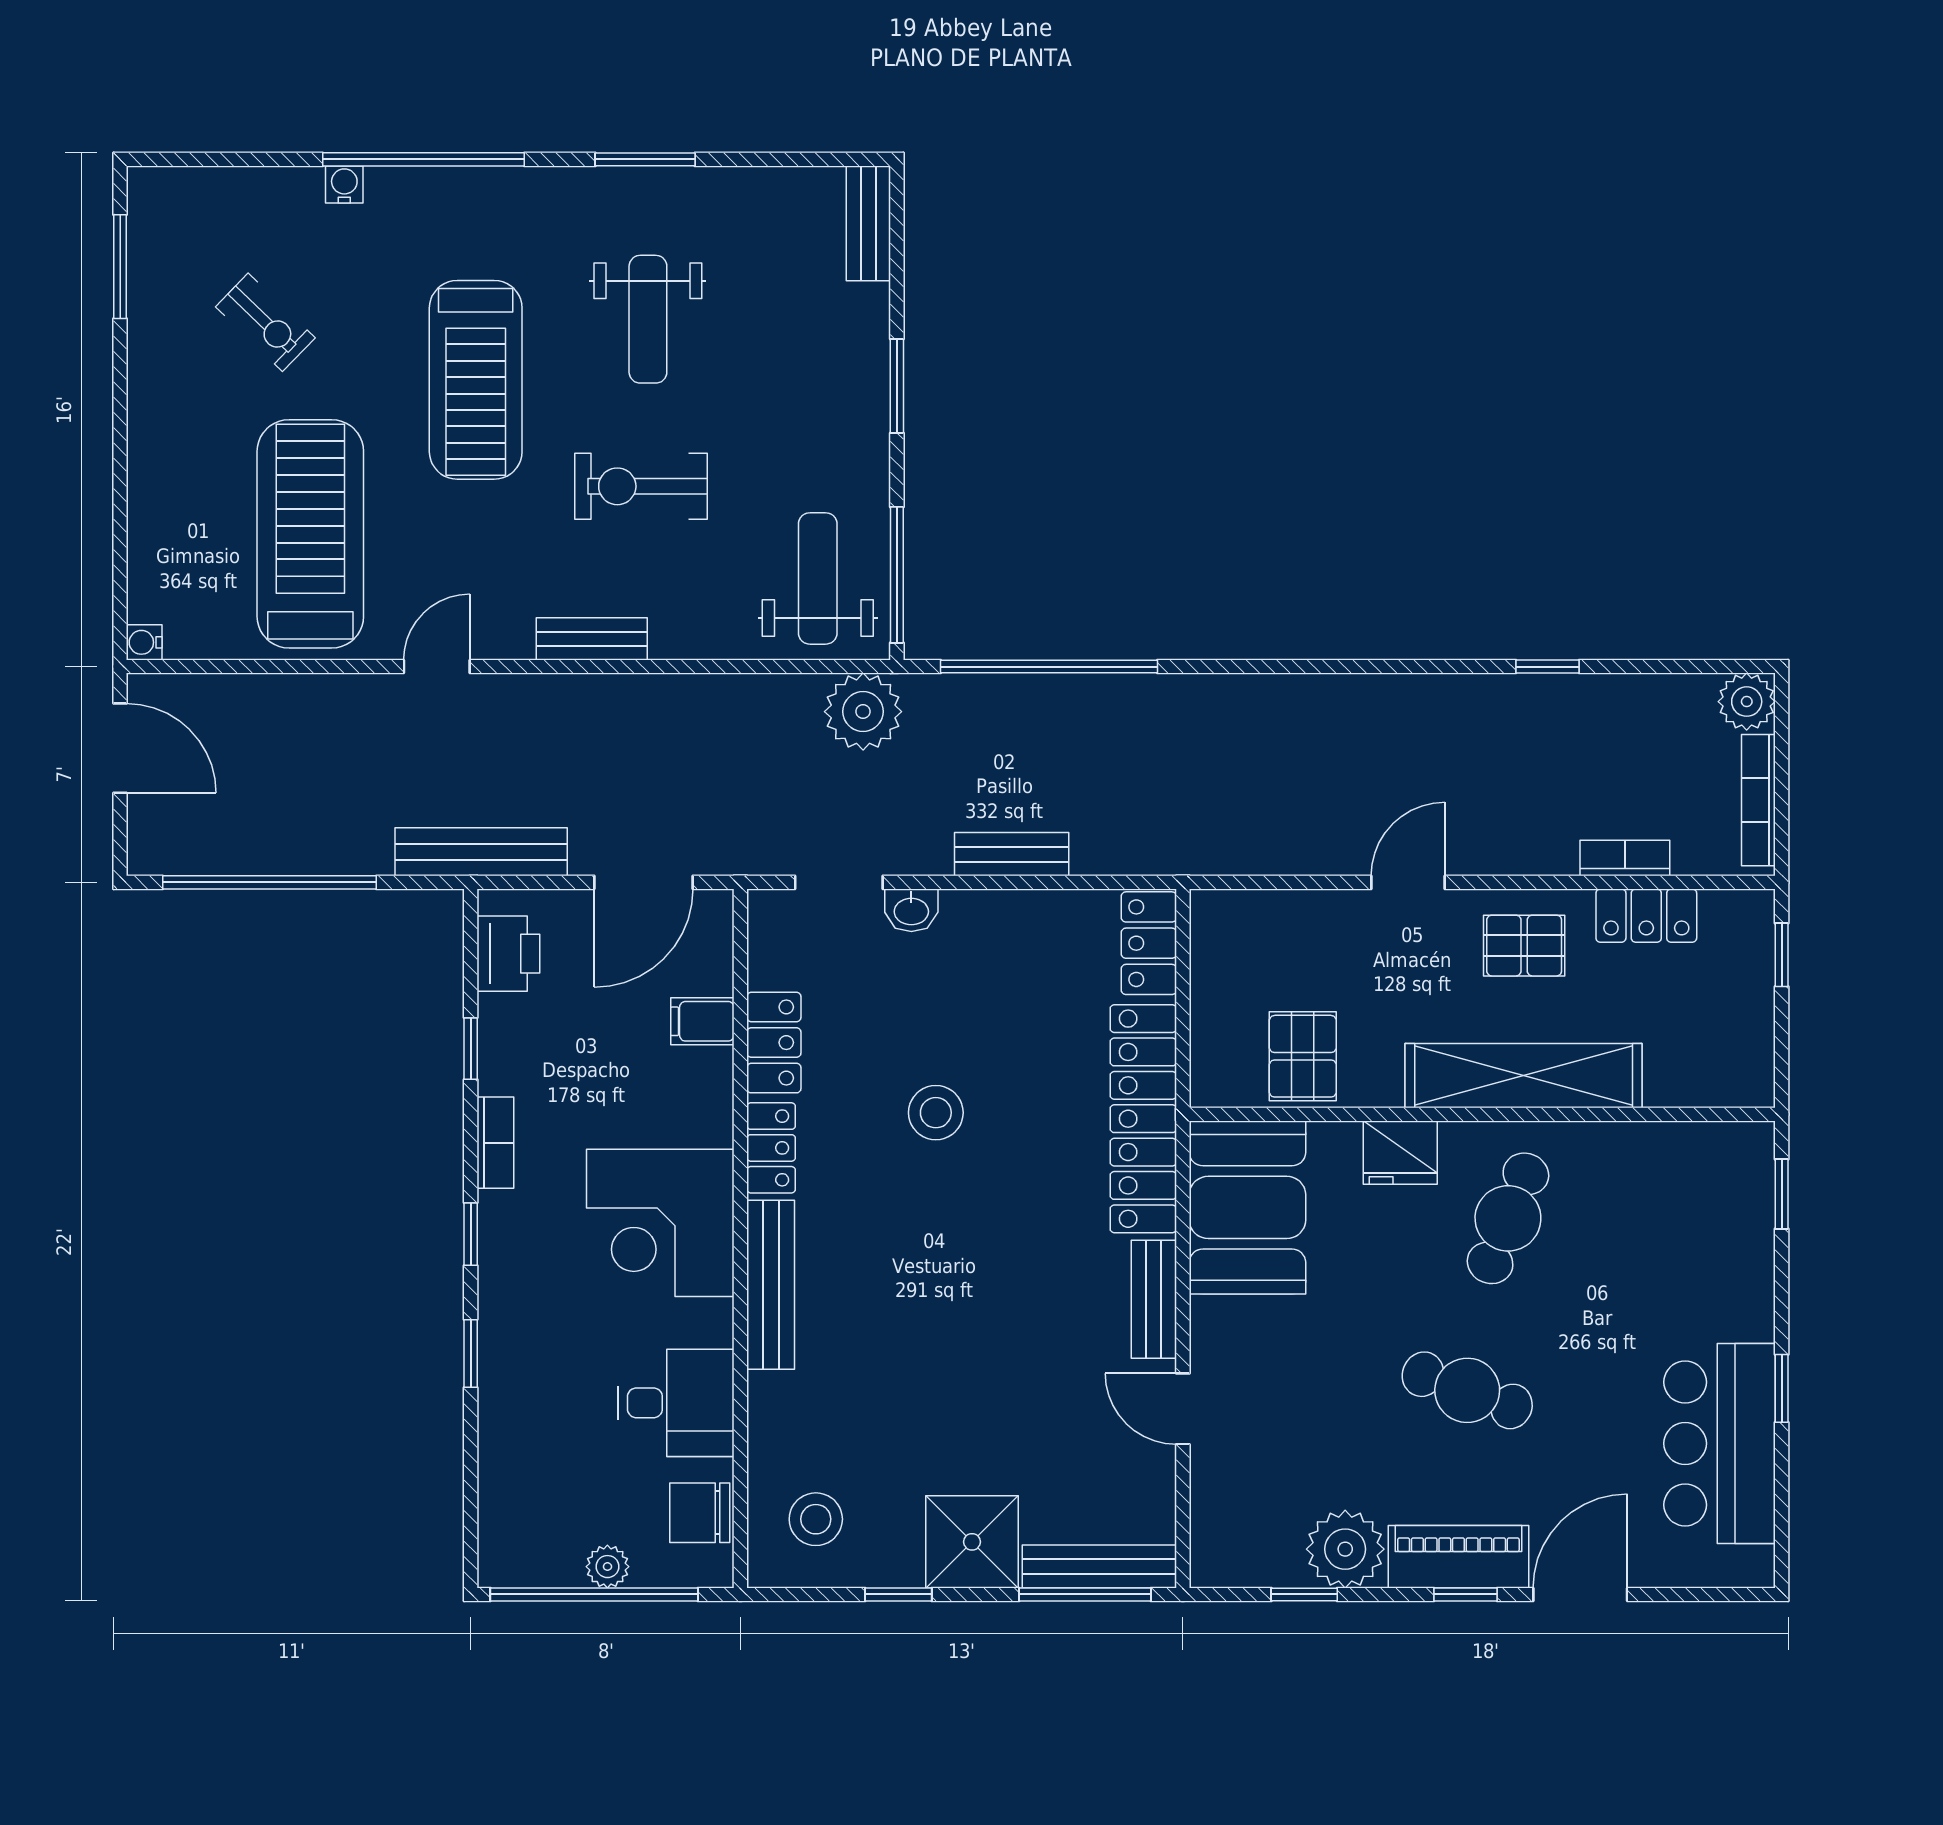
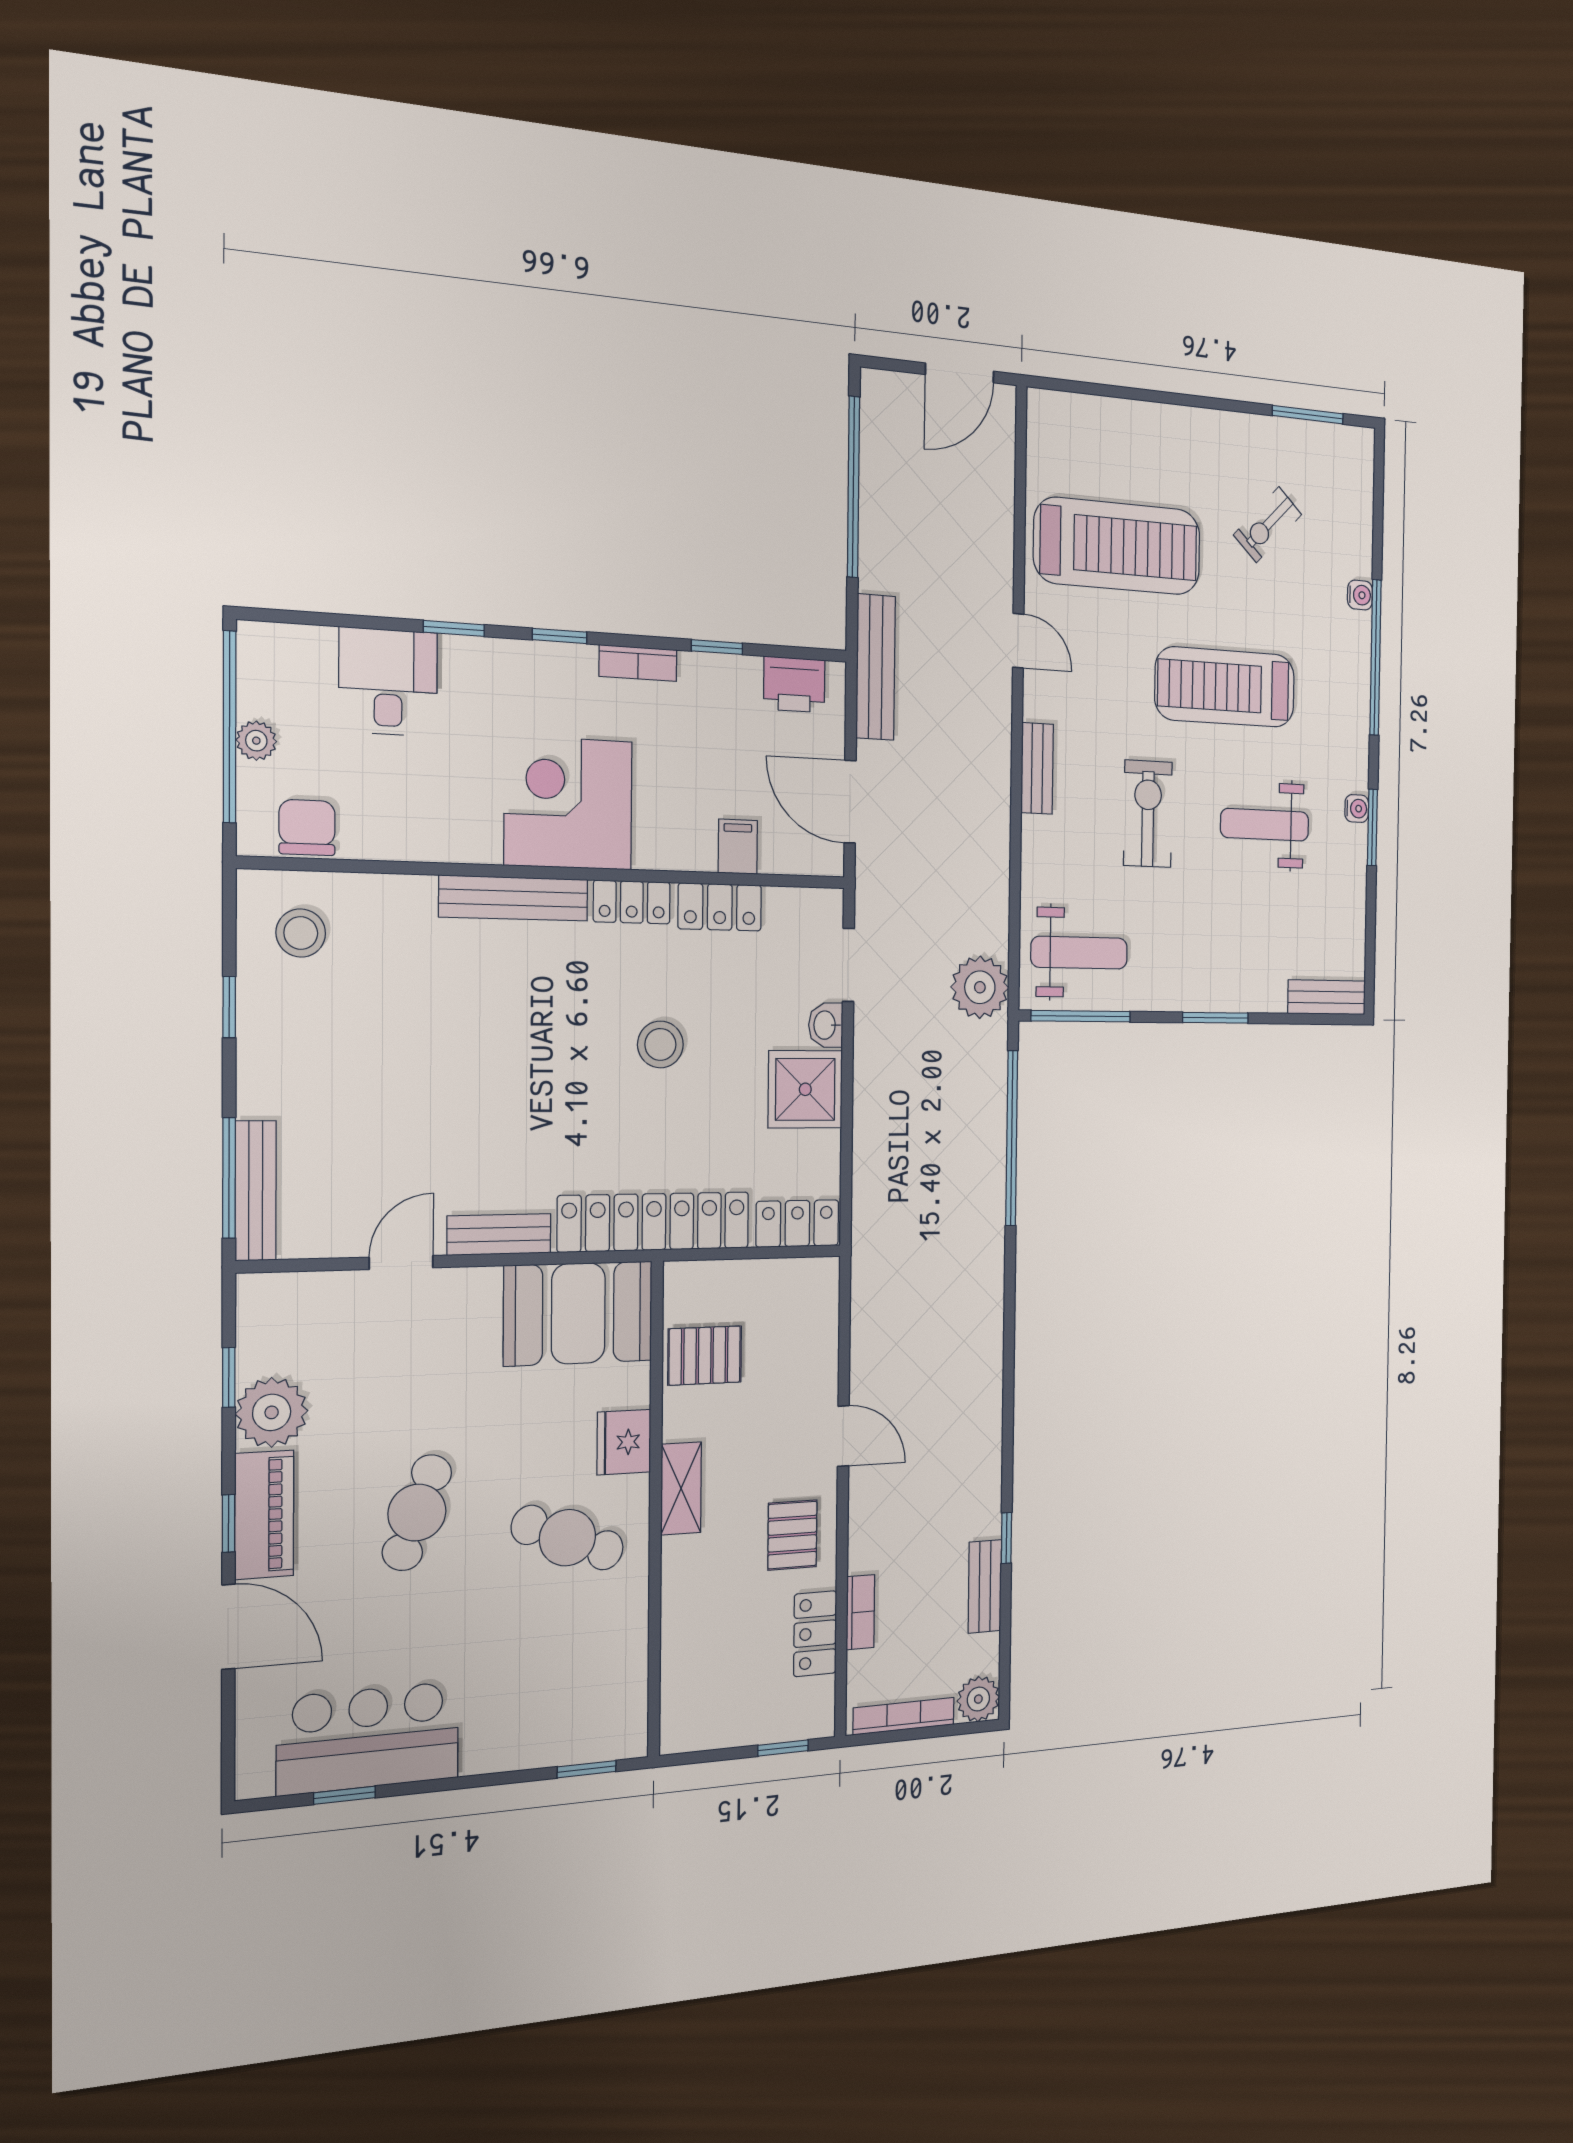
water cooler: (144, 642) -> (1357, 809), moved, turned 90
bench: (1012, 854) -> (985, 1586), moved
shelving: (1524, 1076) -> (681, 1488), width x0.45, depth x0.75
window: (1782, 1388) -> (344, 1795), moved
desk: (676, 1403) -> (388, 682), moved, turned 180
shower: (972, 1542) -> (805, 1089), moved

